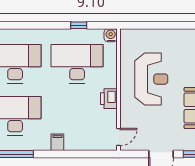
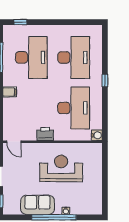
window: (79, 25) -> (105, 81), moved
reception desk: (151, 79) -> (61, 168), turned 180

